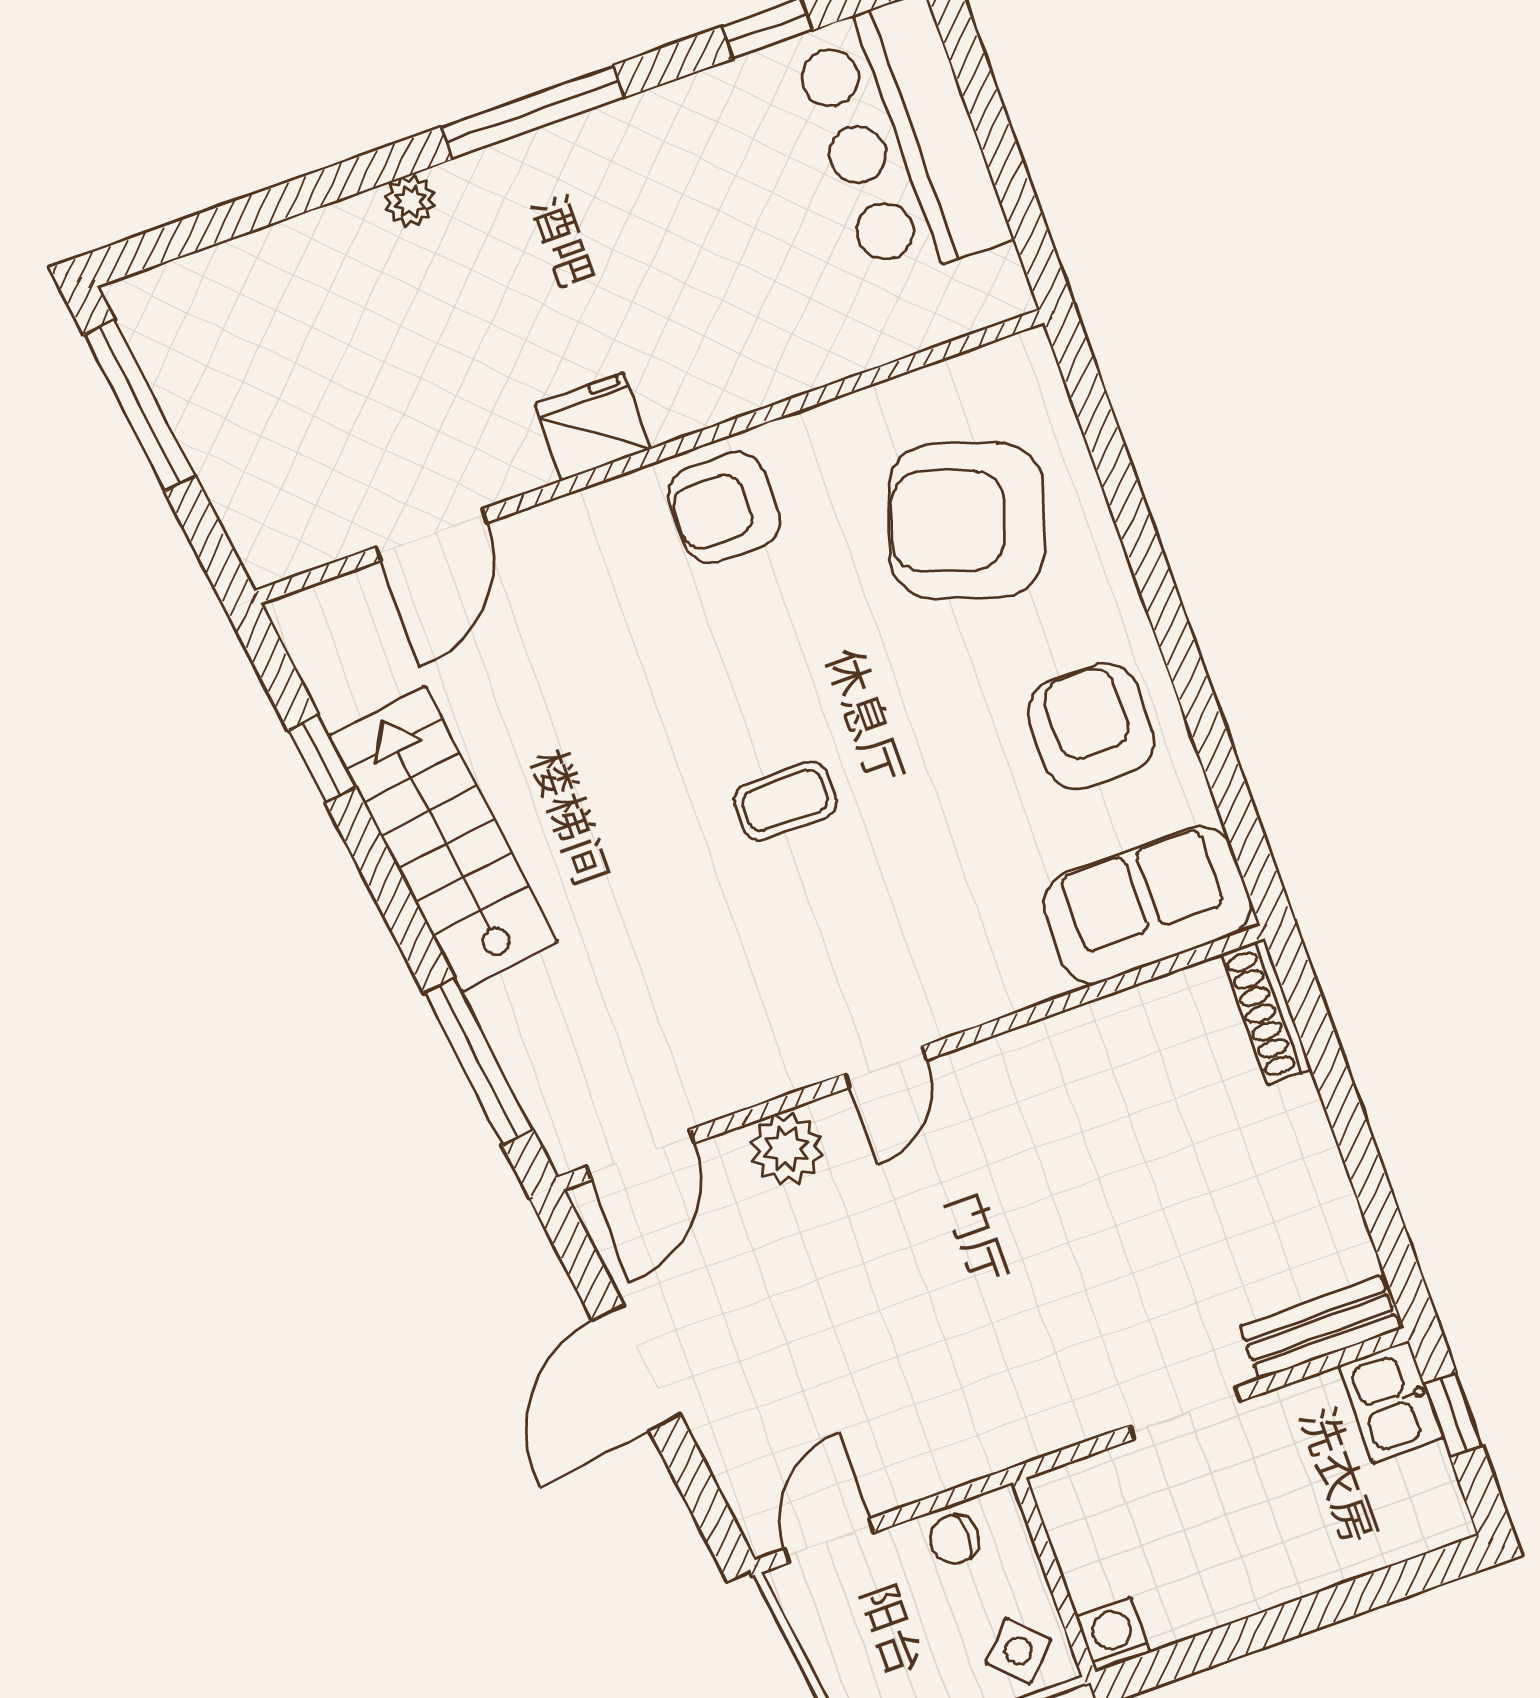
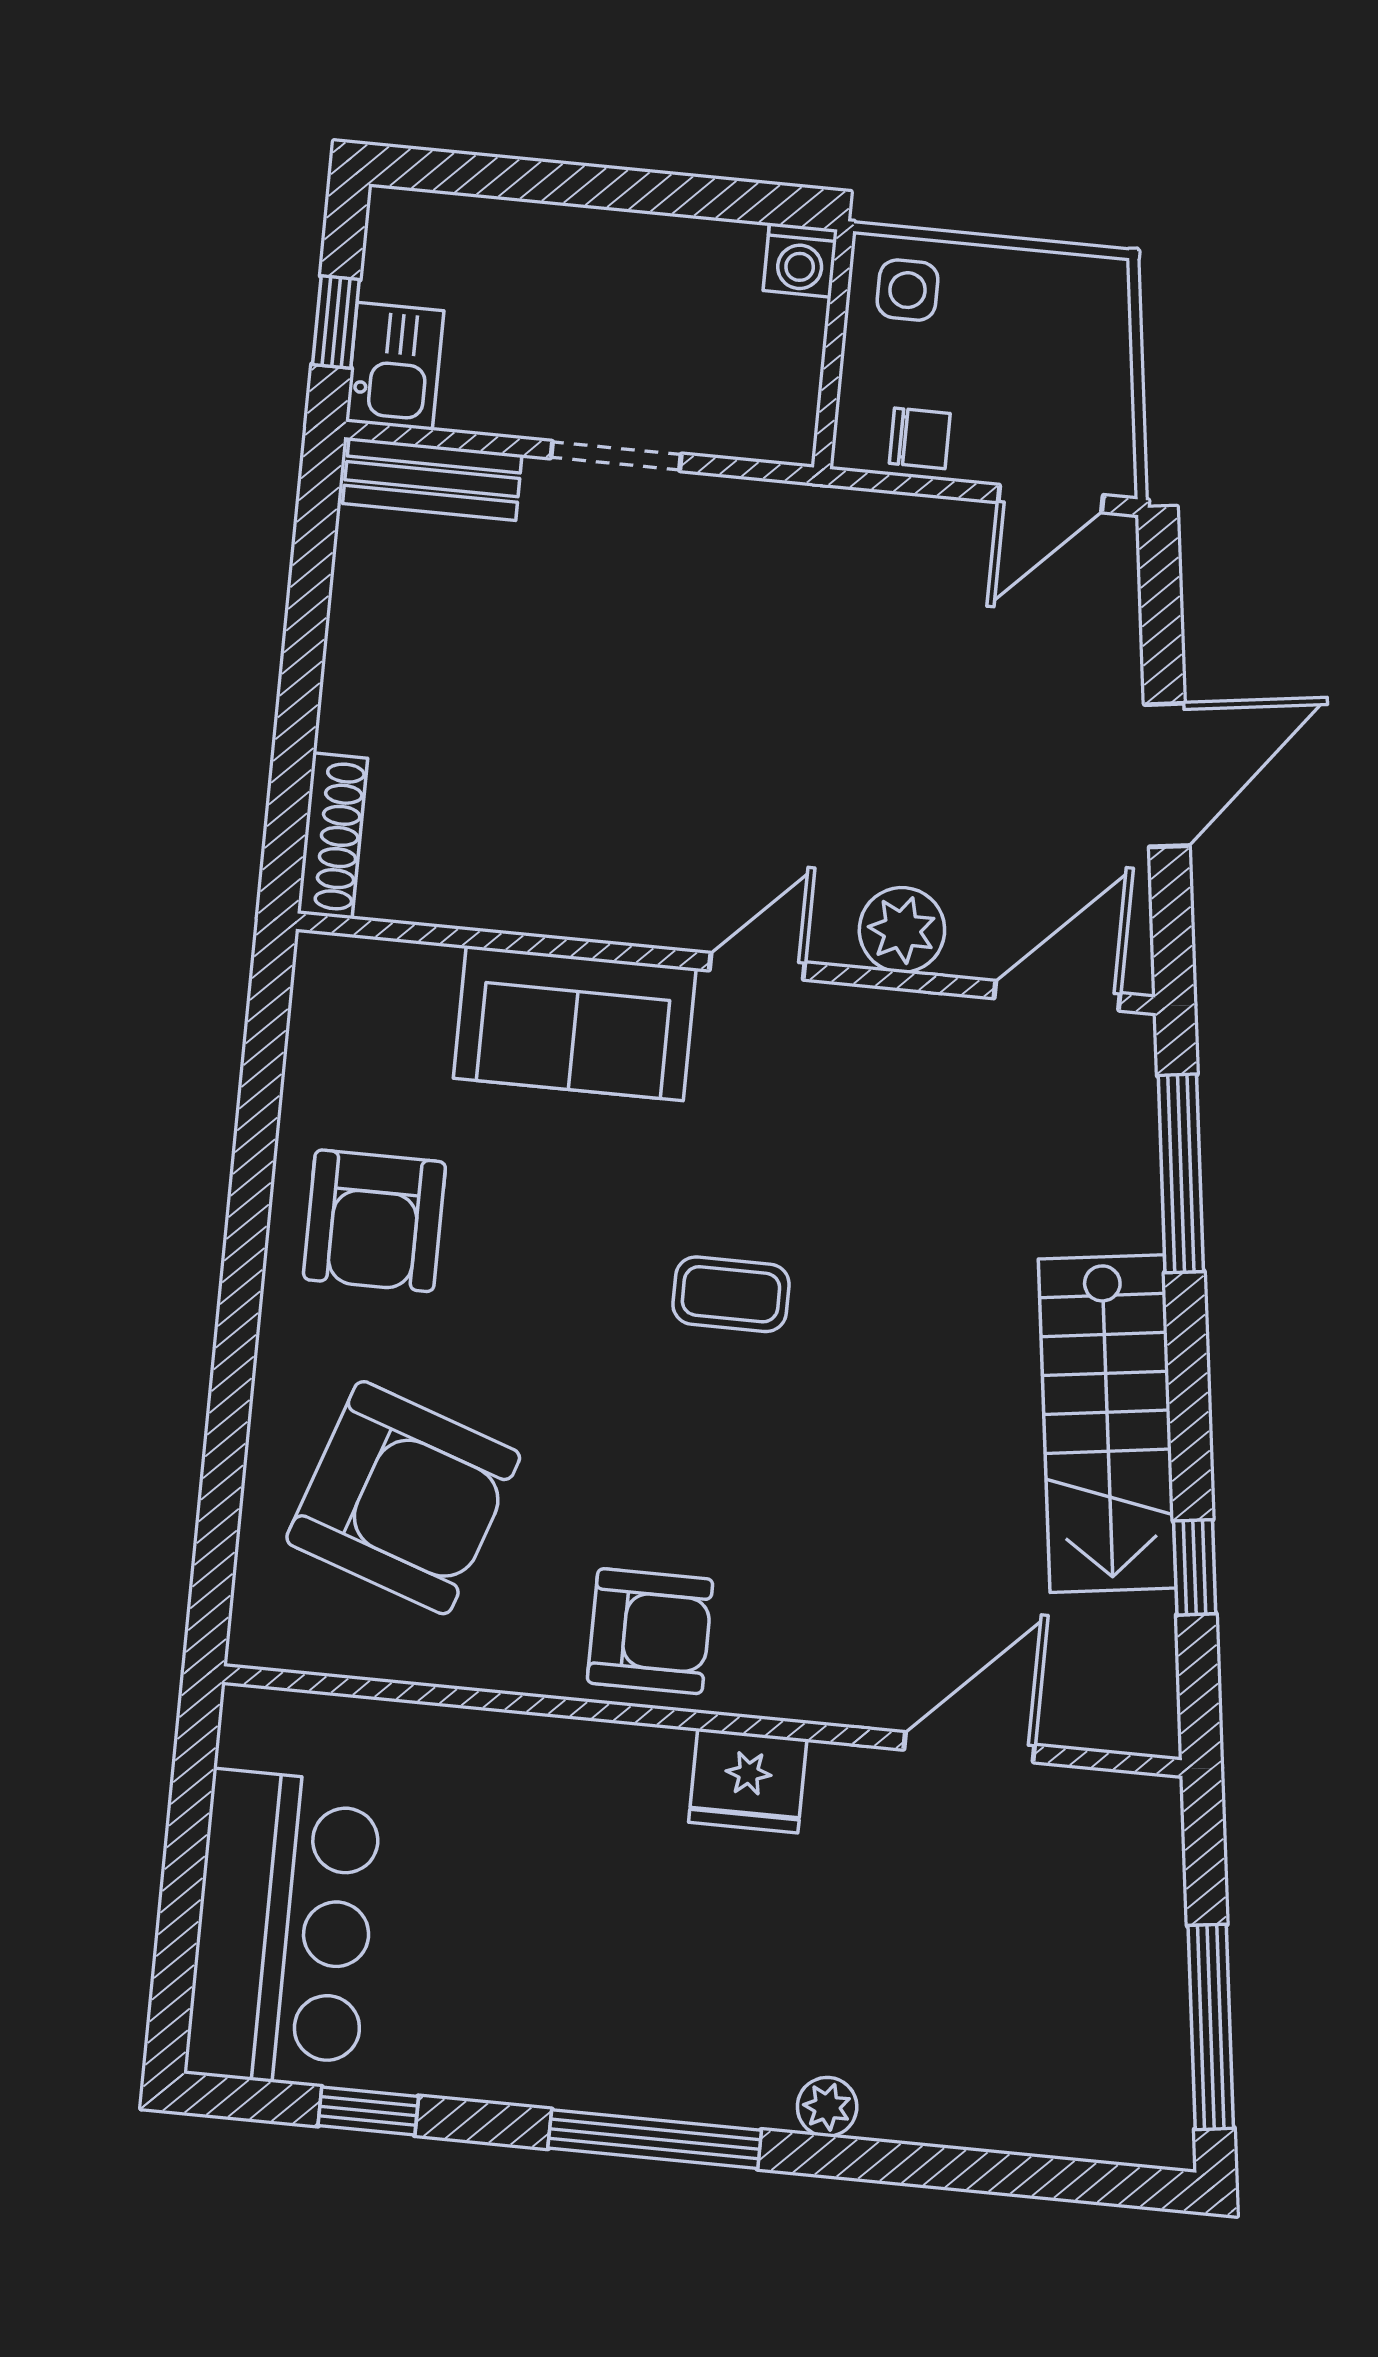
sofa: (1147, 905) -> (575, 1023), moved
side table: (1018, 1651) -> (908, 290), turned 45

